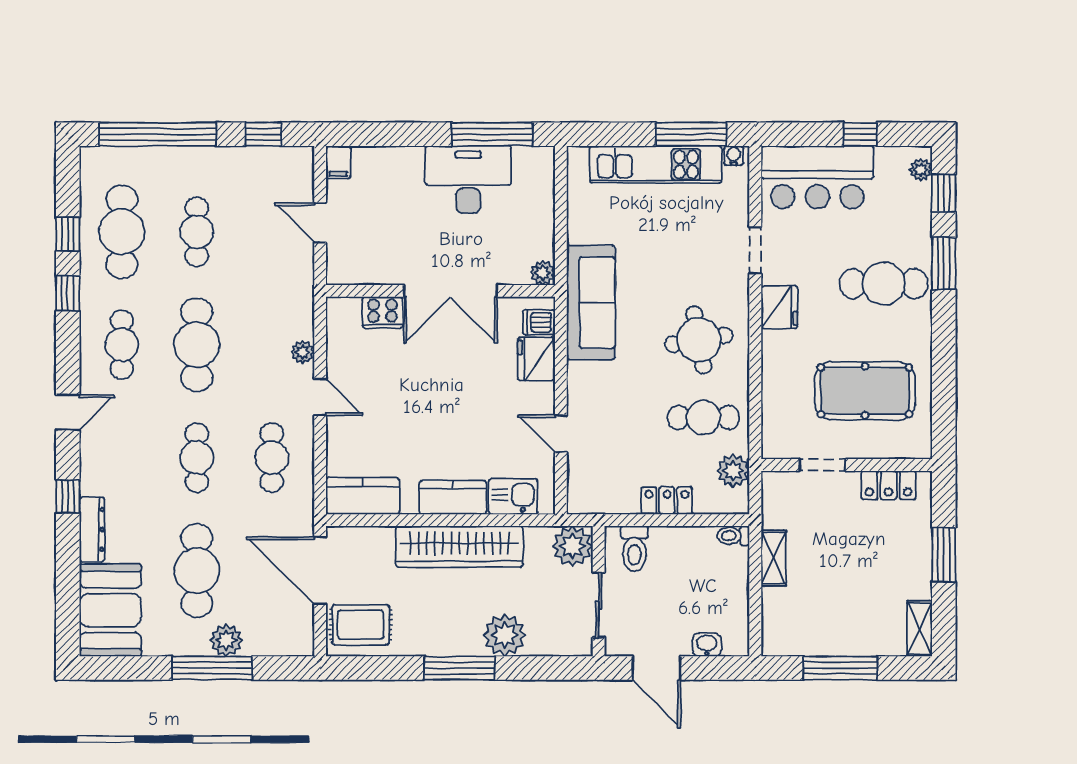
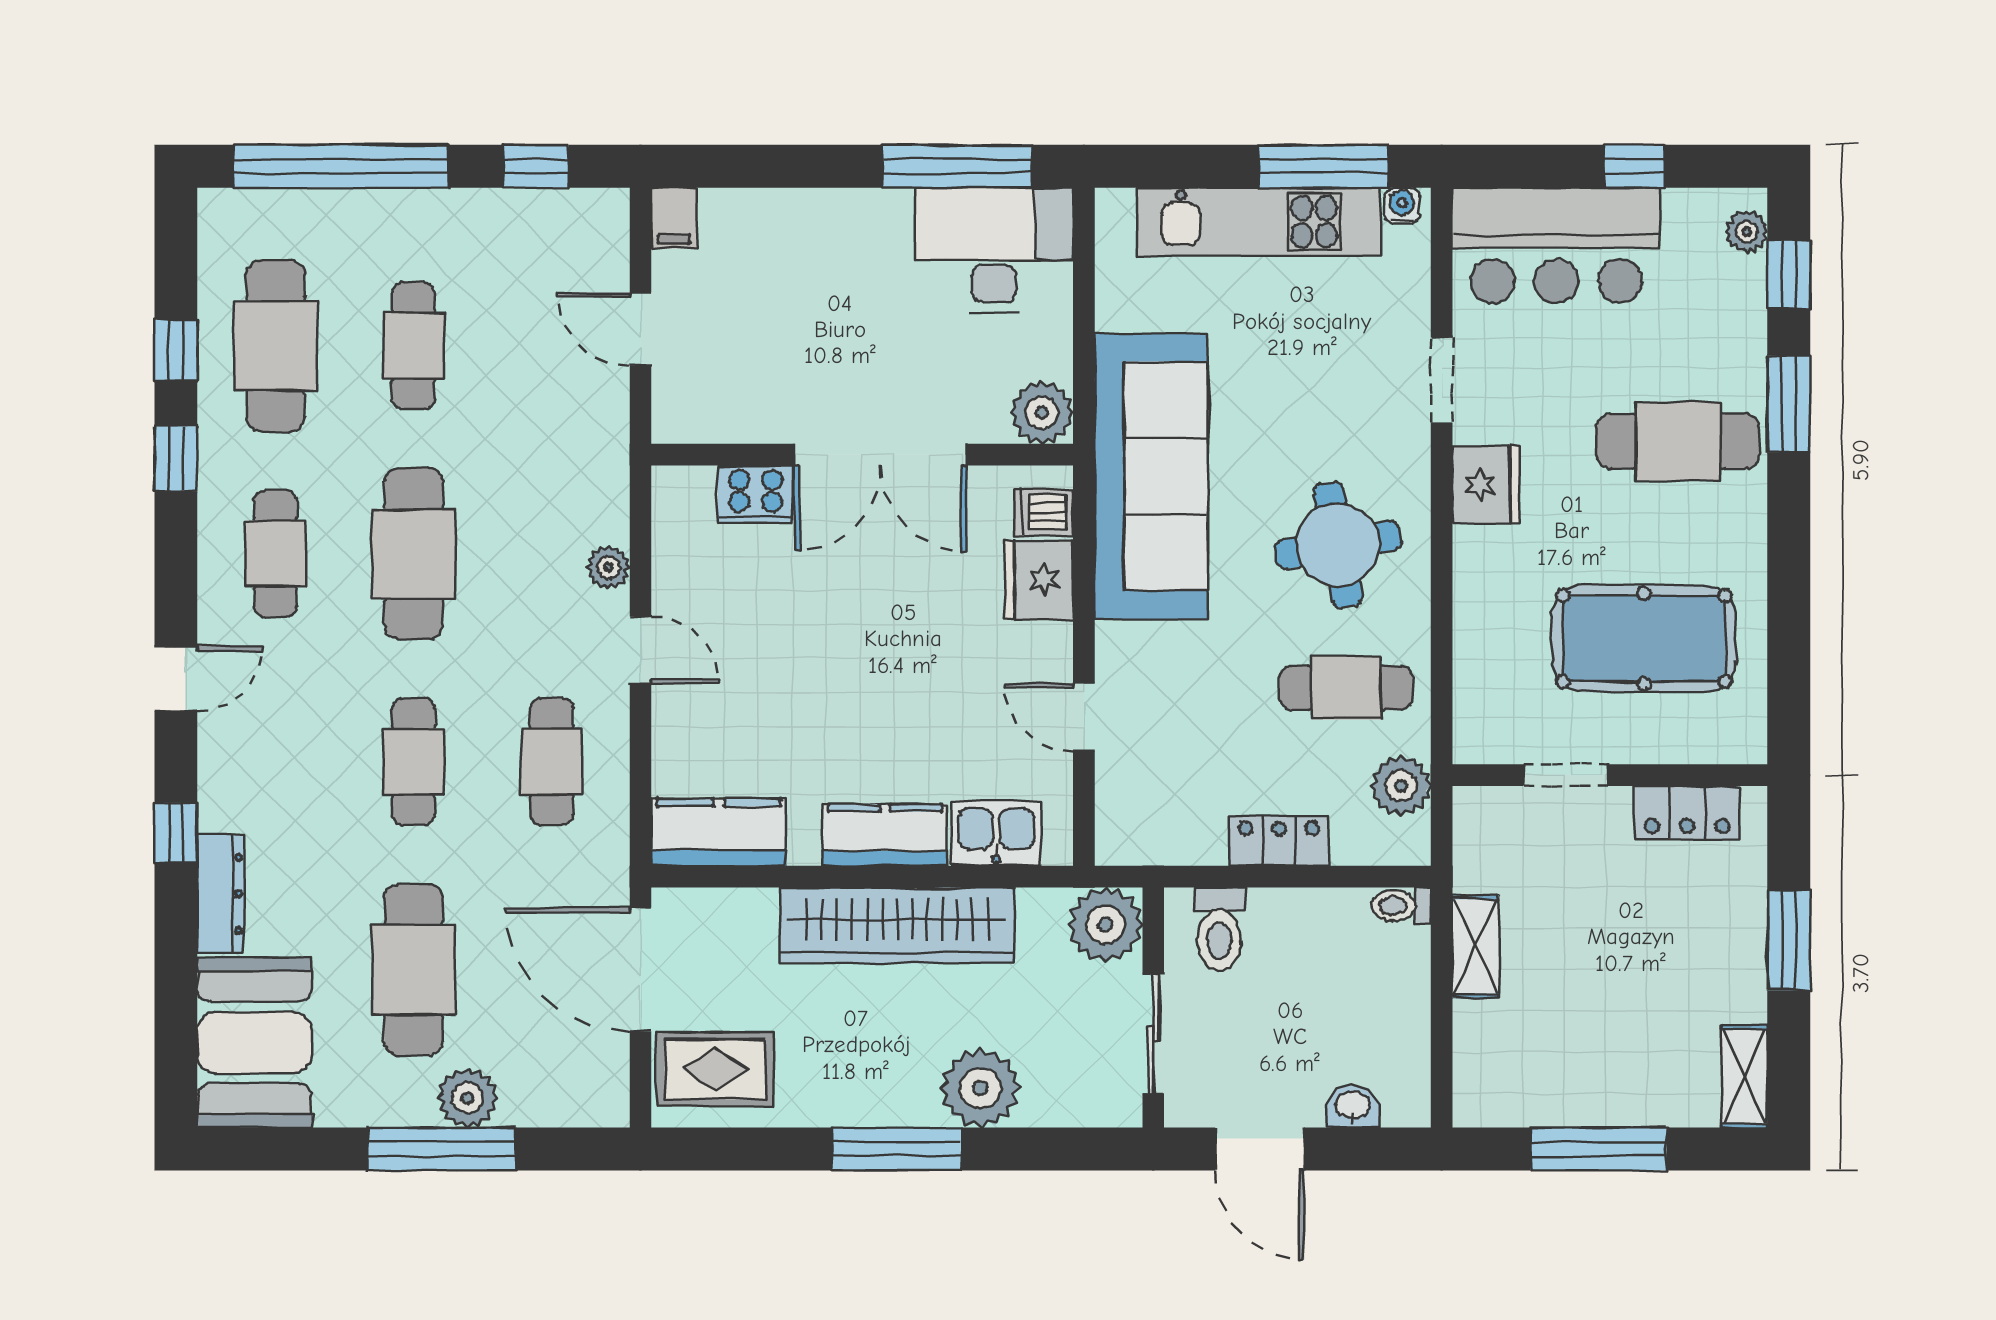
desk: (468, 180) -> (994, 250), moved
plant: (543, 273) -> (1042, 413), width x1.38, depth x1.38
sofa: (591, 303) -> (1151, 476), width x1.36, depth x1.27

